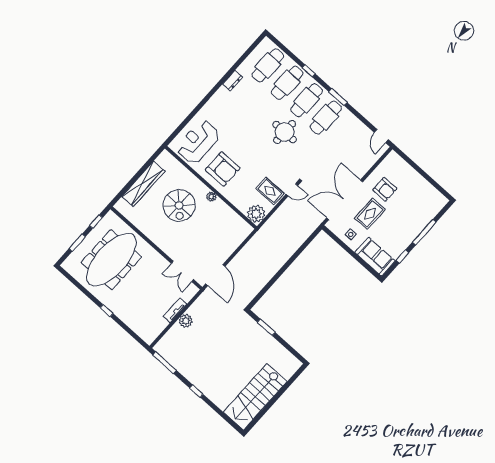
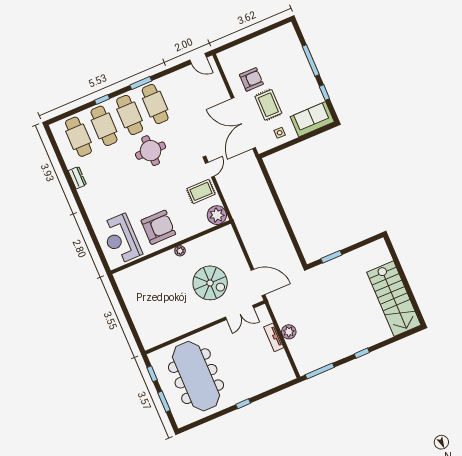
wardrobe: (143, 184) -> (137, 311), removed
spiral stairs: (179, 205) -> (210, 283), moved

